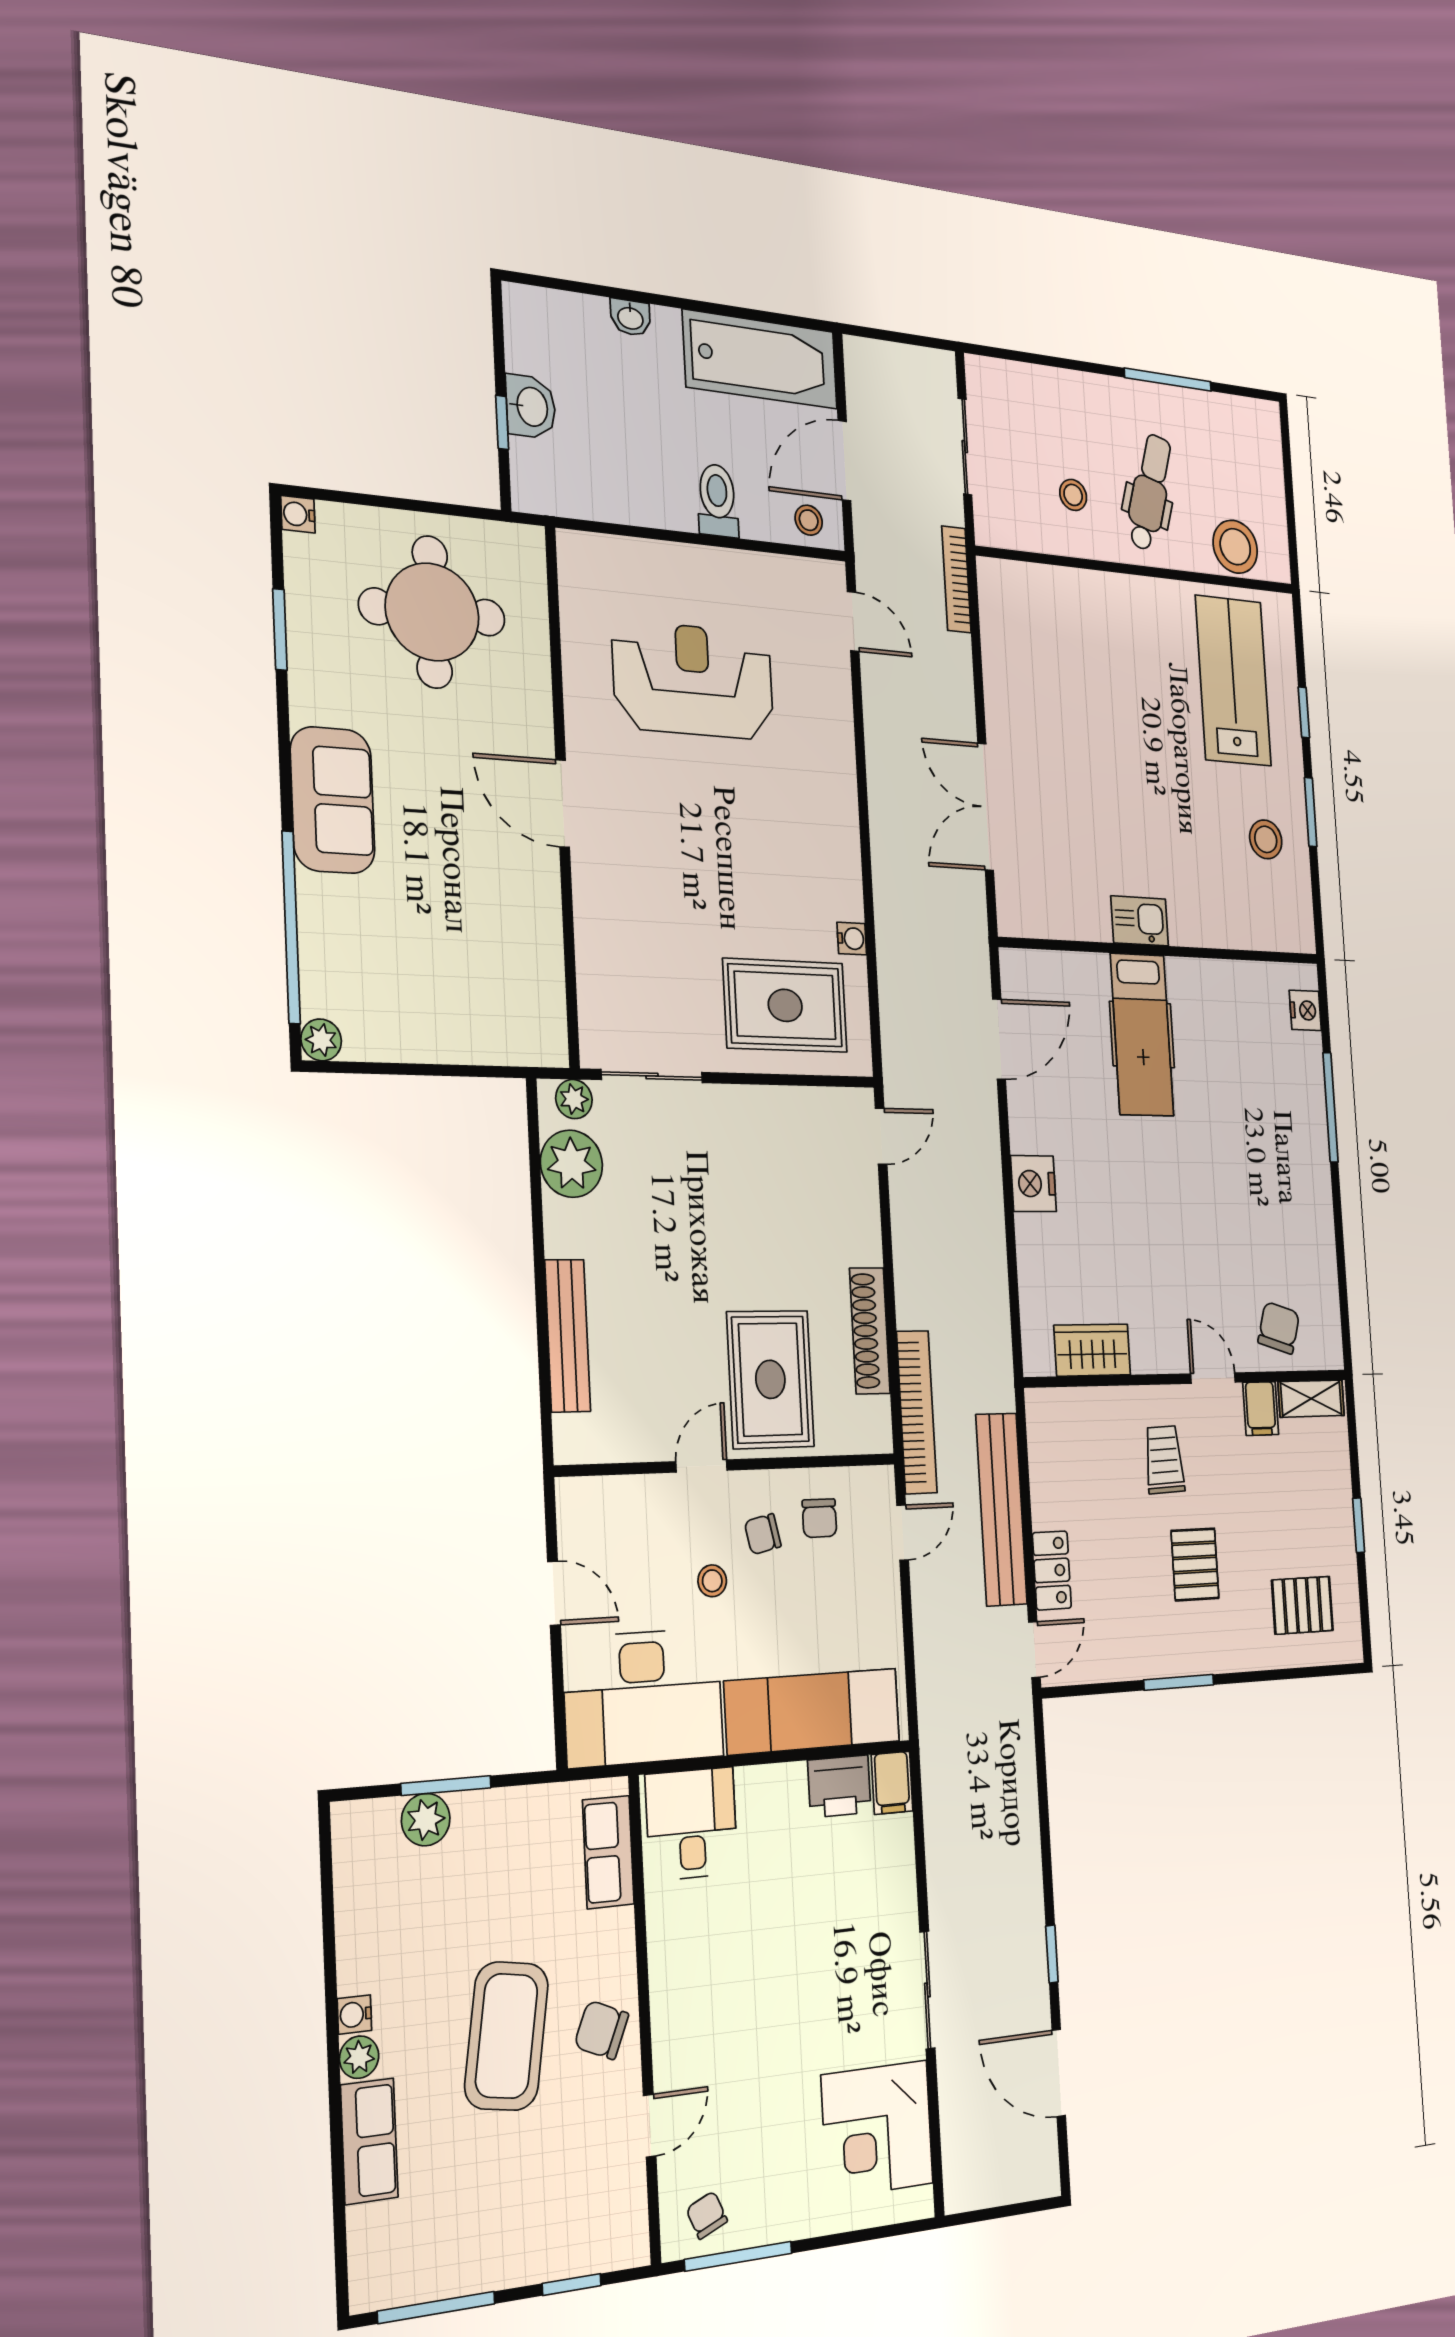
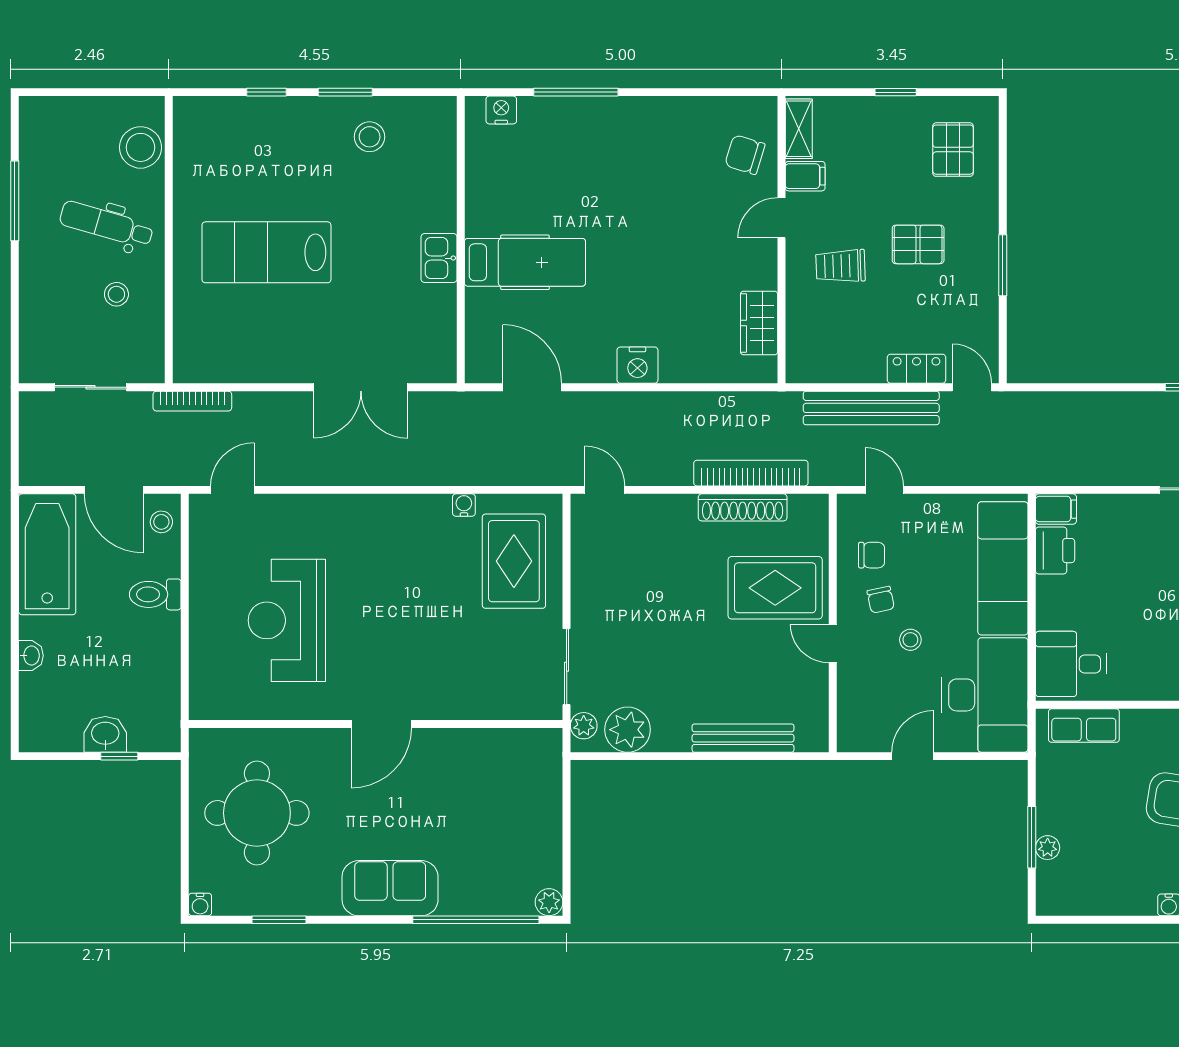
lab bench: (1233, 681) -> (266, 252), moved
bookcase: (917, 1412) -> (751, 473), moved
plant: (426, 1820) -> (1048, 848), width x0.73, depth x0.73

